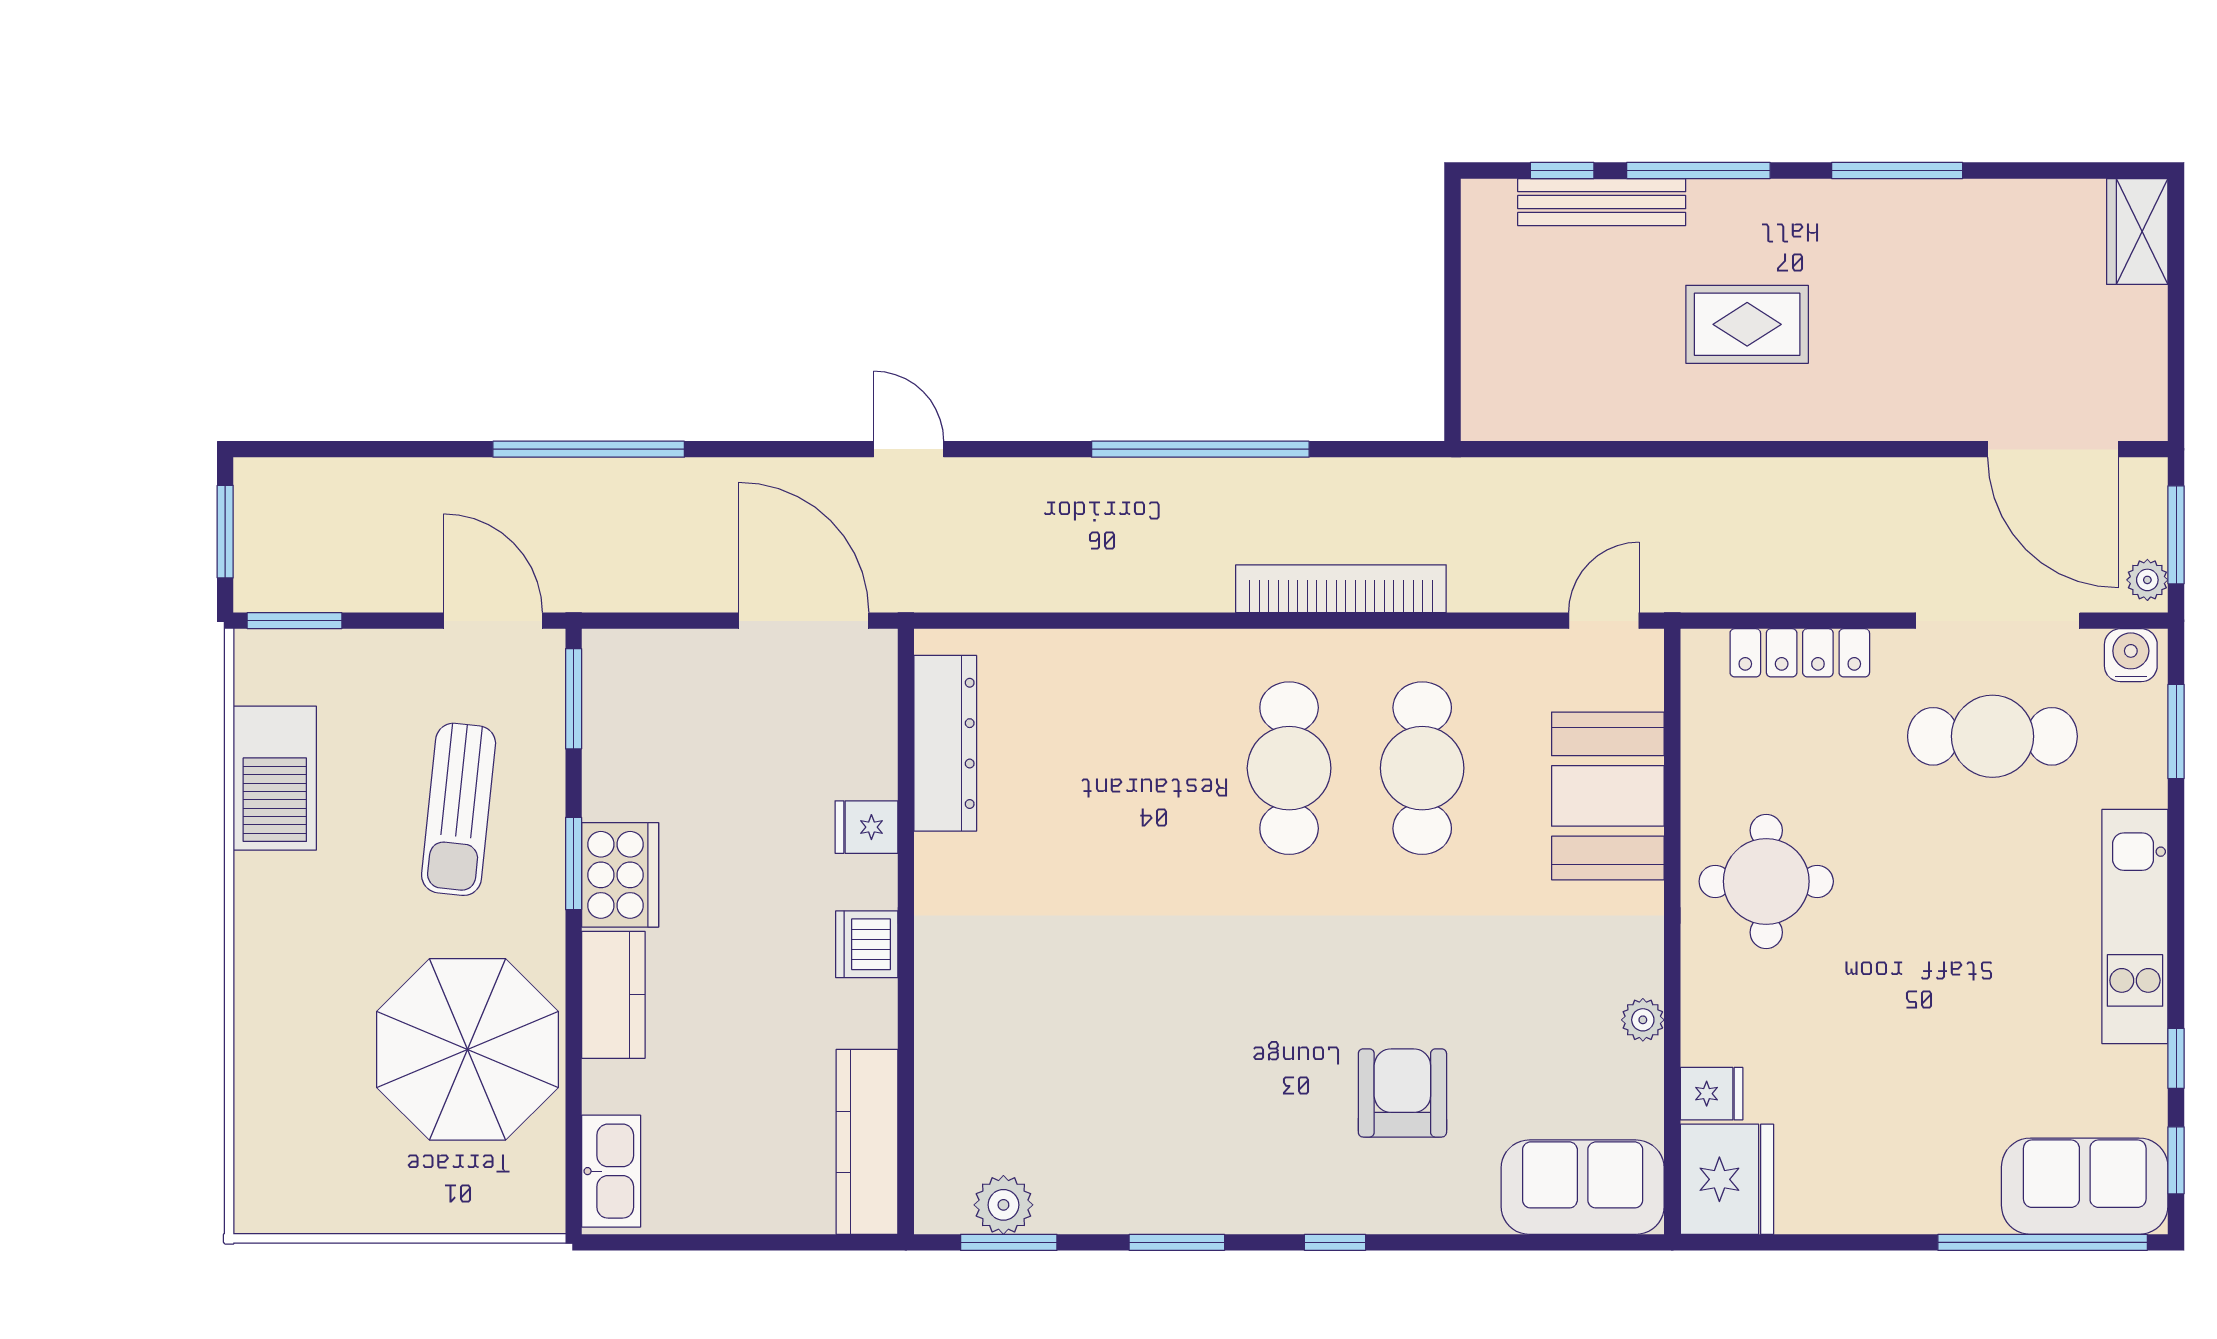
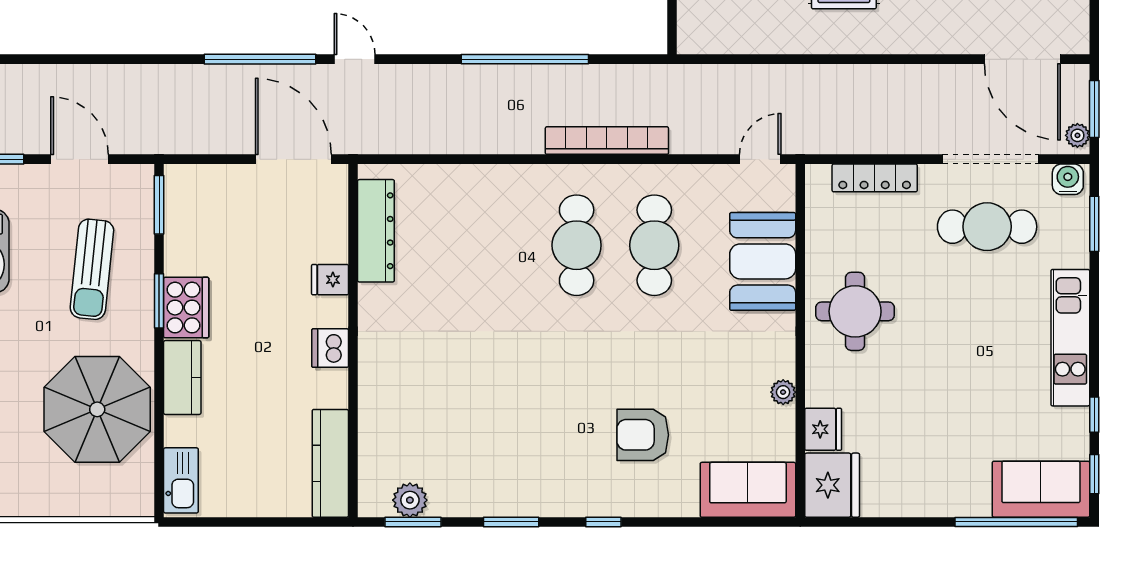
window: (589, 449) -> (260, 59), moved
door: (493, 621) -> (80, 159), moved
armchair: (1402, 1093) -> (643, 435), turned -90
fridge: (1712, 1094) -> (823, 429), width x1.38

